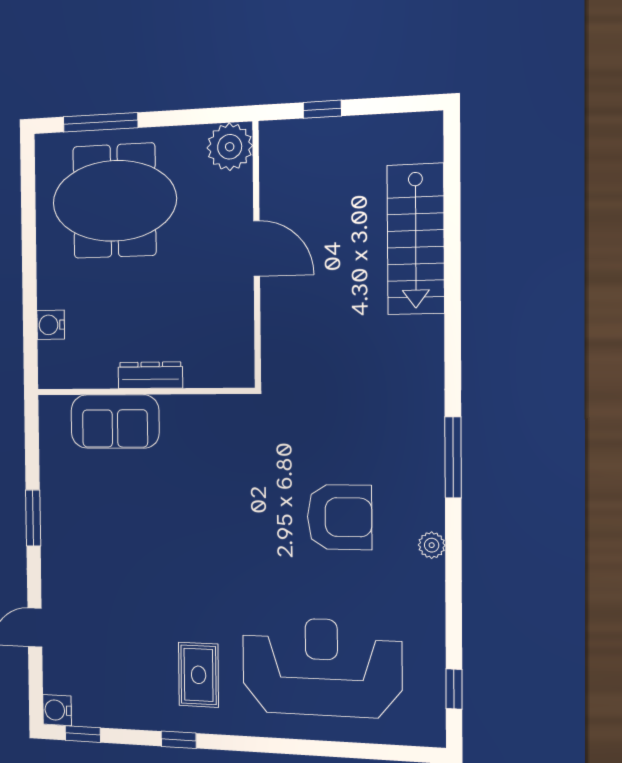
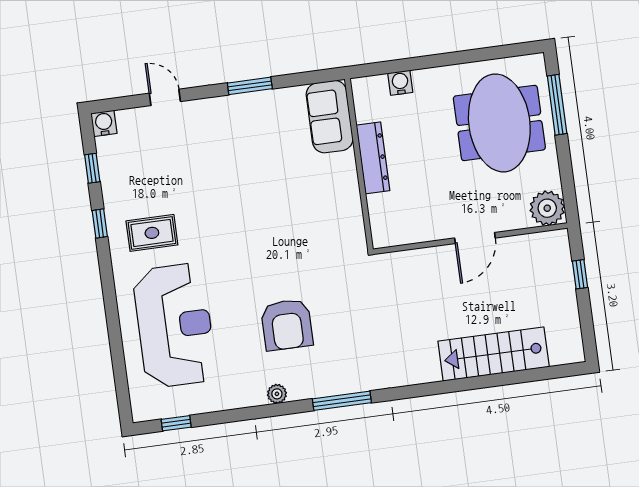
dresser: (150, 375) -> (373, 158), width x1.37, depth x1.24
sofa: (115, 422) -> (330, 117), moved
window: (83, 734) -> (92, 168), moved

